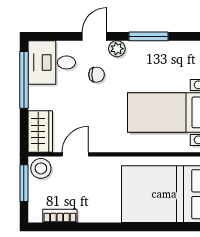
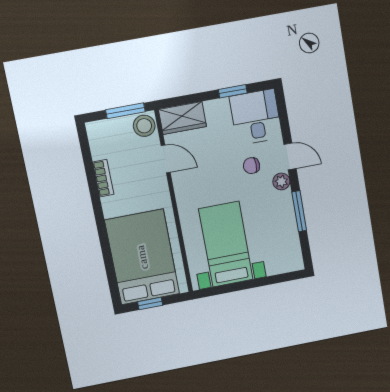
chair: (97, 75) -> (251, 166), turned 90
window: (24, 80) -> (233, 91), width x0.46
bookcase: (60, 216) -> (103, 178), moved

